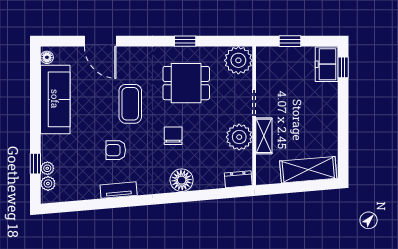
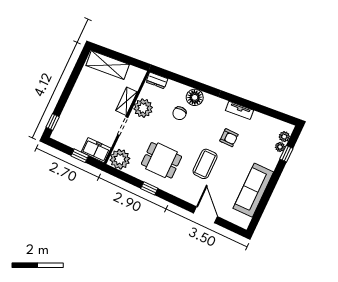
floor lamp: (47, 57) -> (246, 221), removed
freezer: (327, 64) -> (96, 150), moved, turned -90
chair: (173, 136) -> (180, 113), moved

